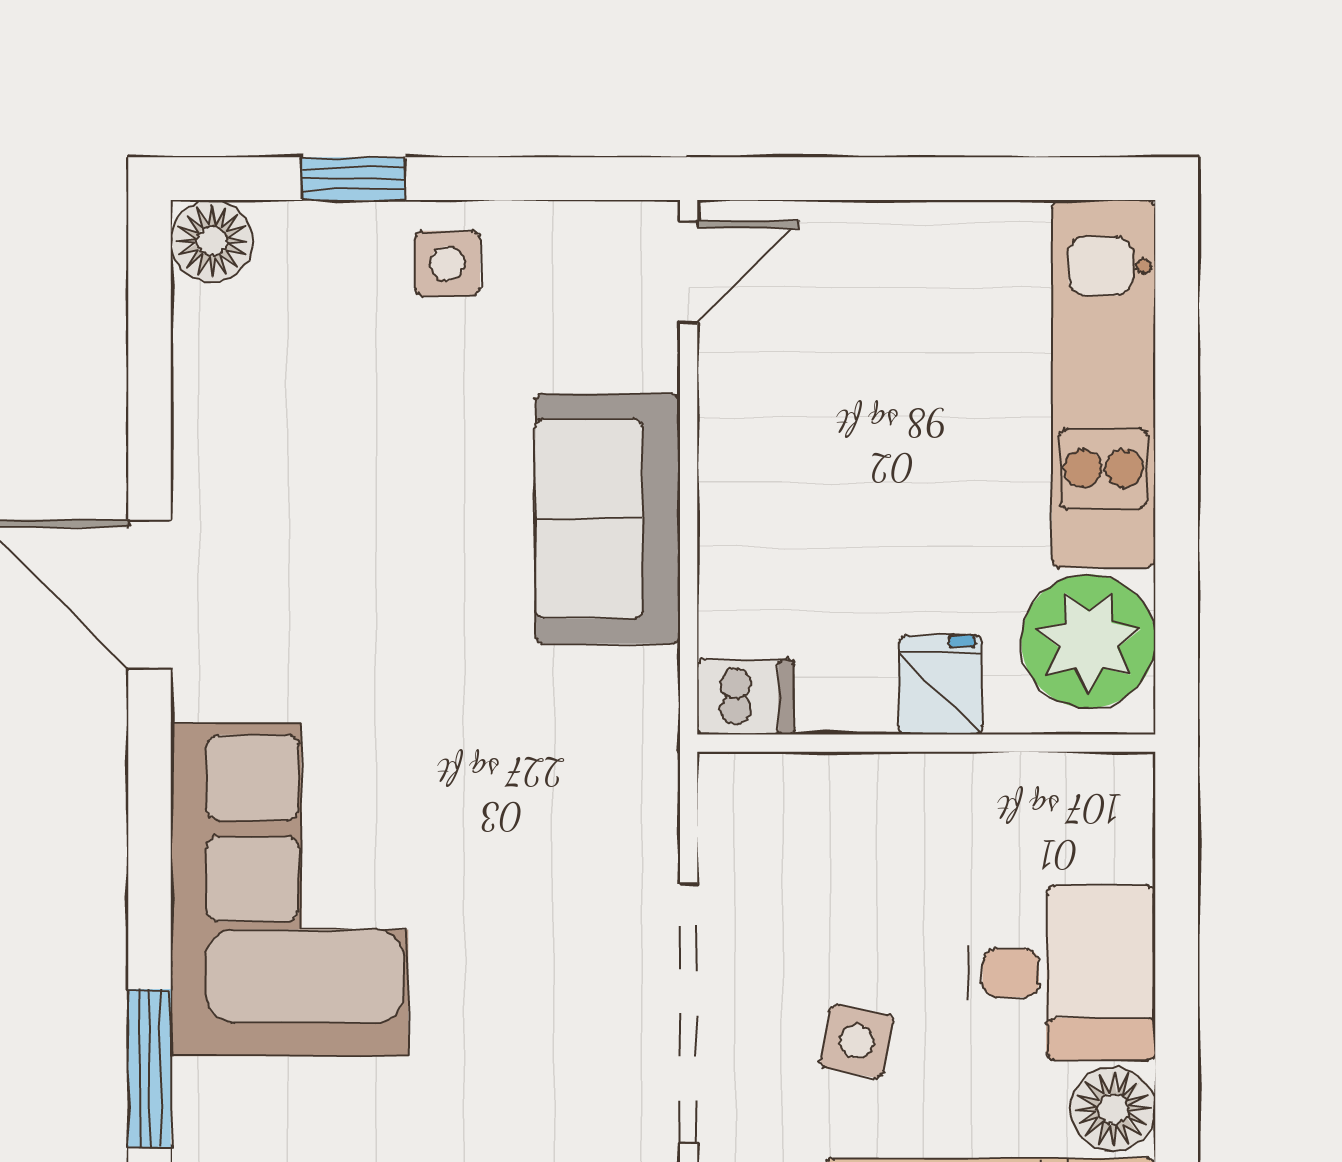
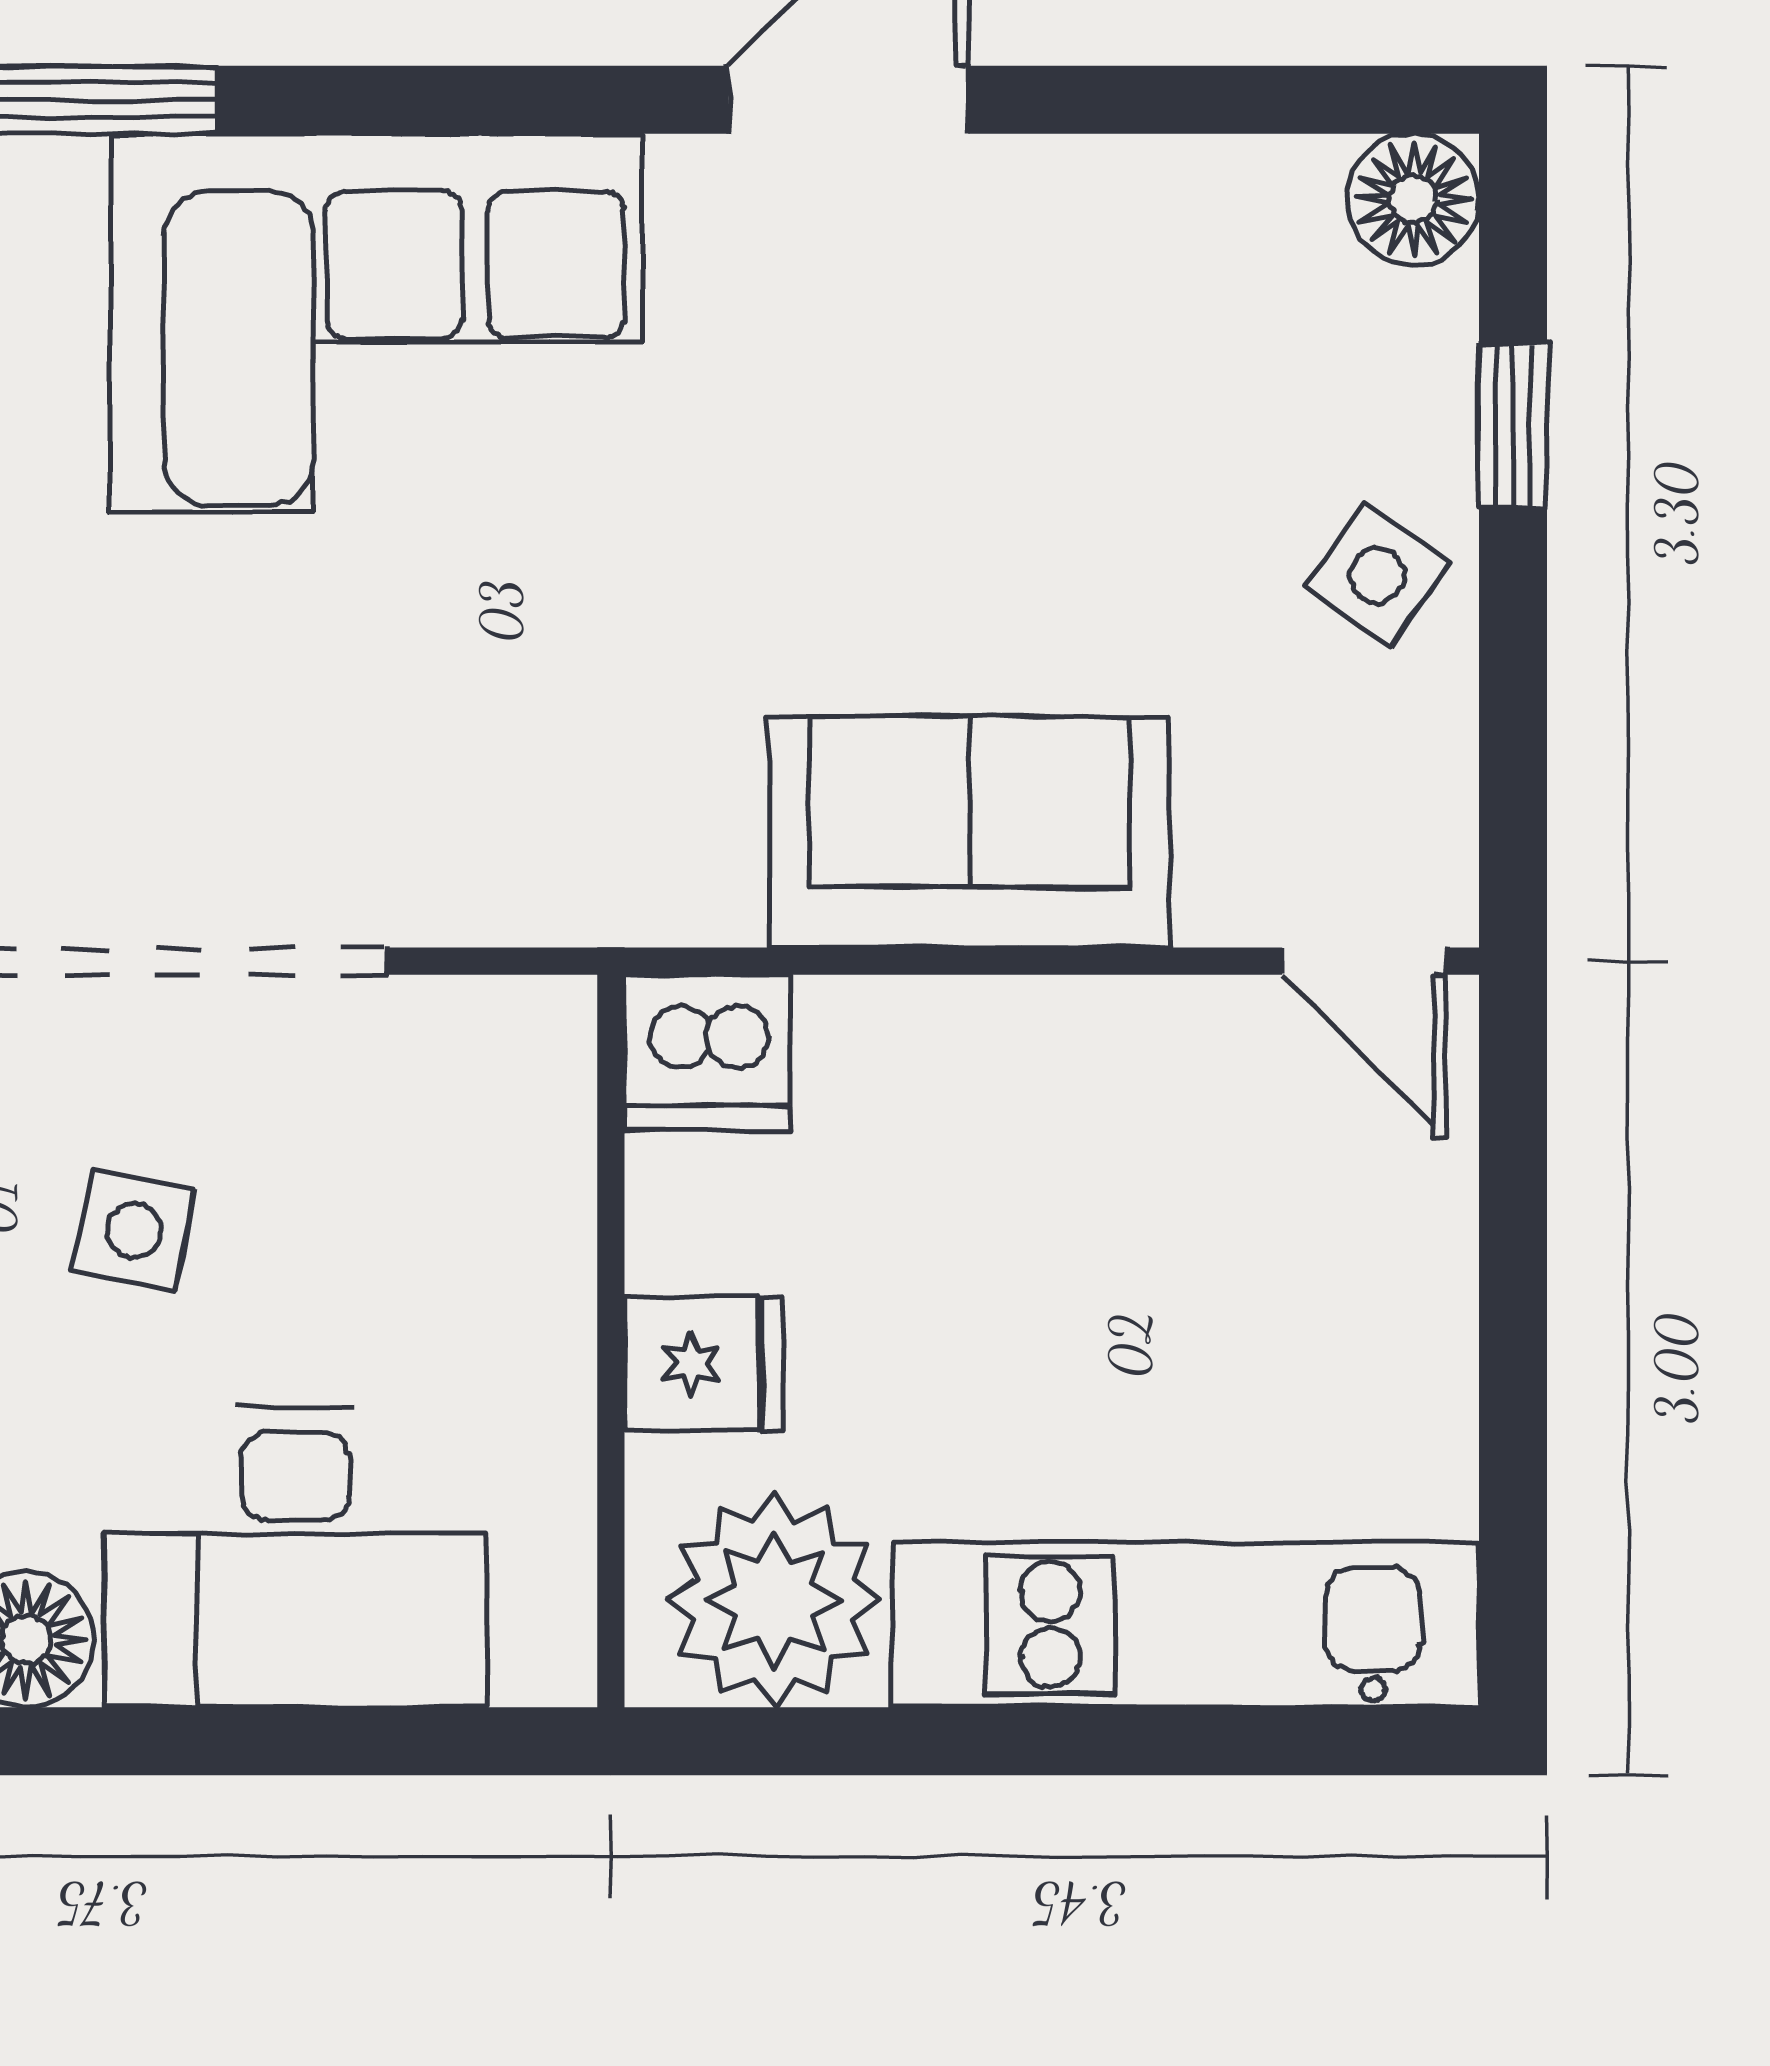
side table: (447, 263) -> (1378, 575), turned 35
dishwasher: (745, 697) -> (707, 1052), width x1.38
desk: (1061, 973) -> (296, 1557), width x1.37

